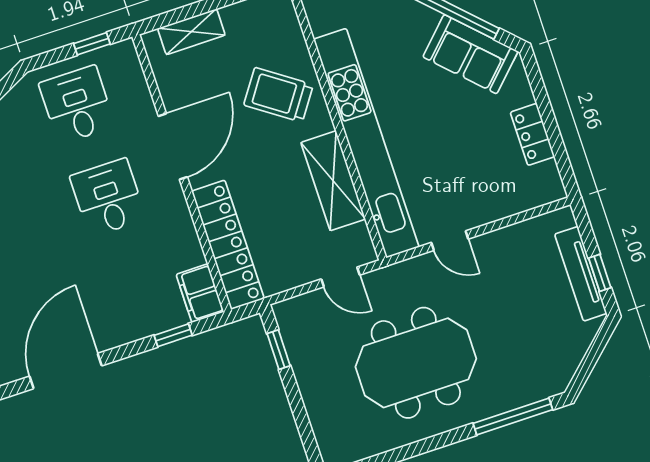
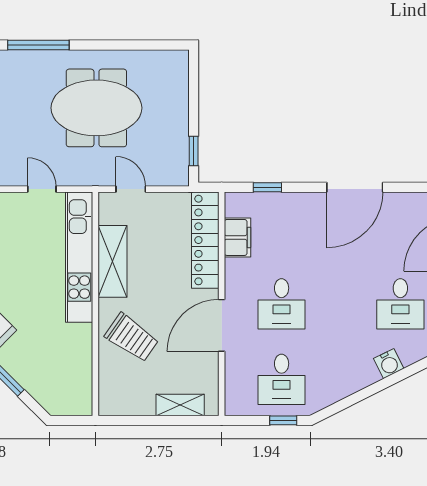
window: (92, 44) -> (283, 420), moved
kitchen unit: (366, 143) -> (79, 257), width x0.73
filing cabinet: (200, 293) -> (237, 237), moved

